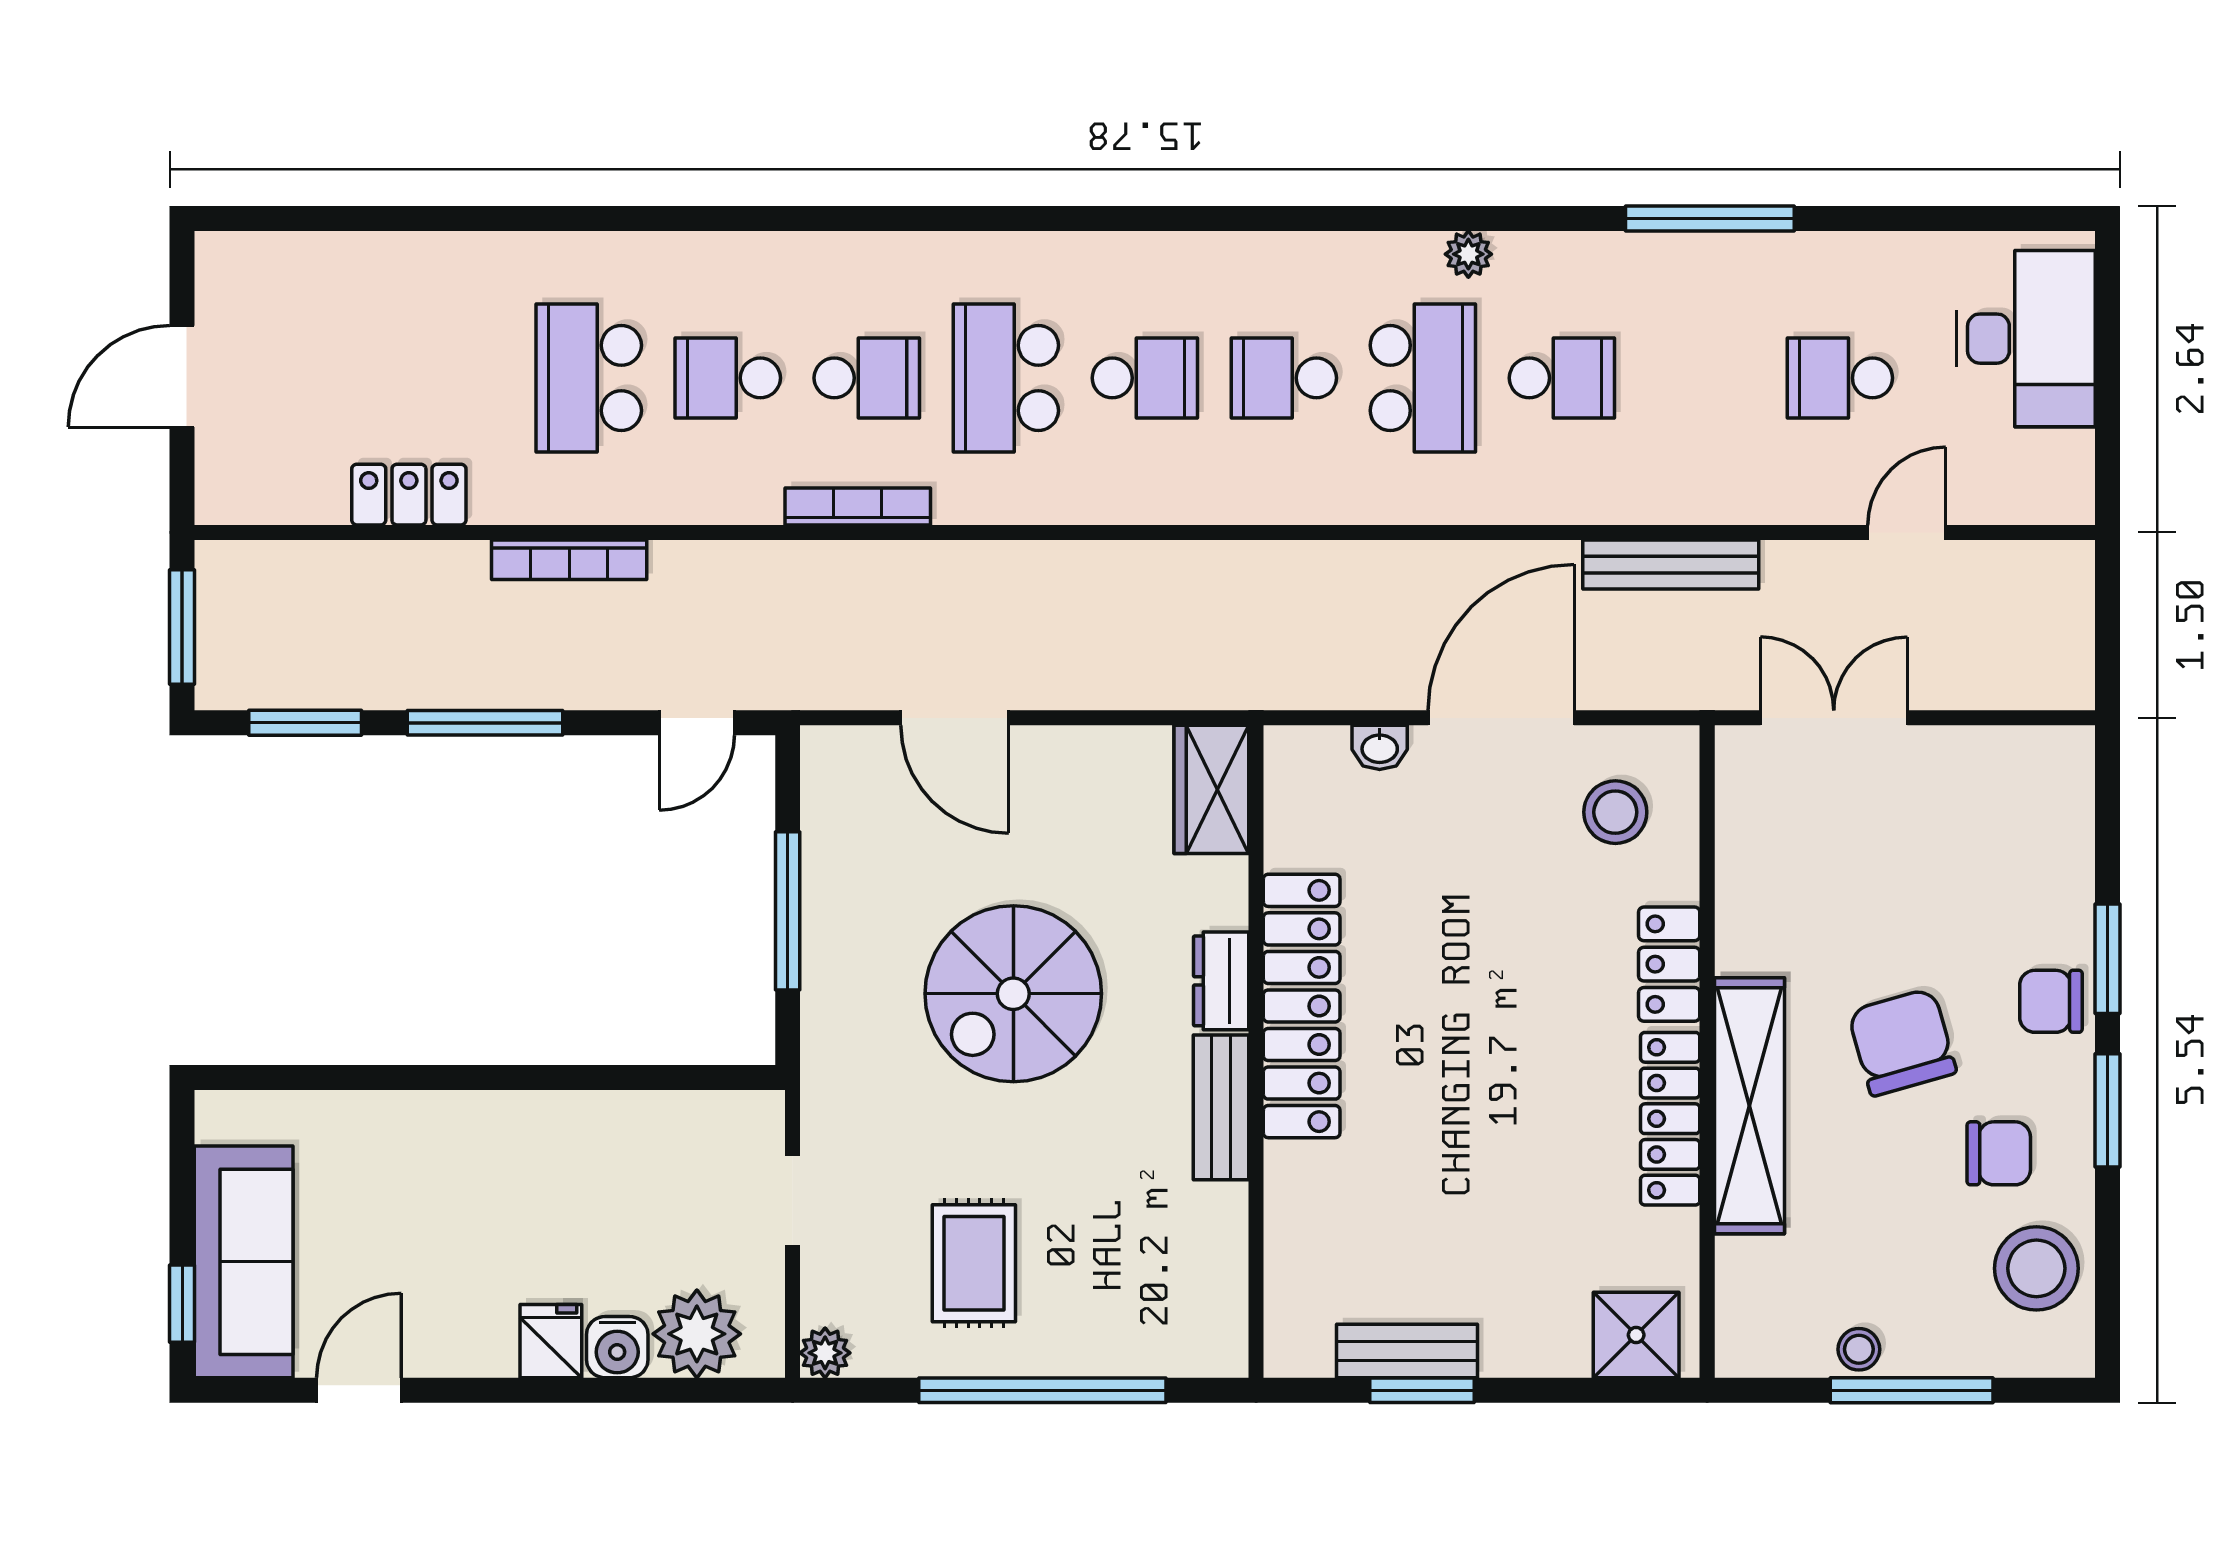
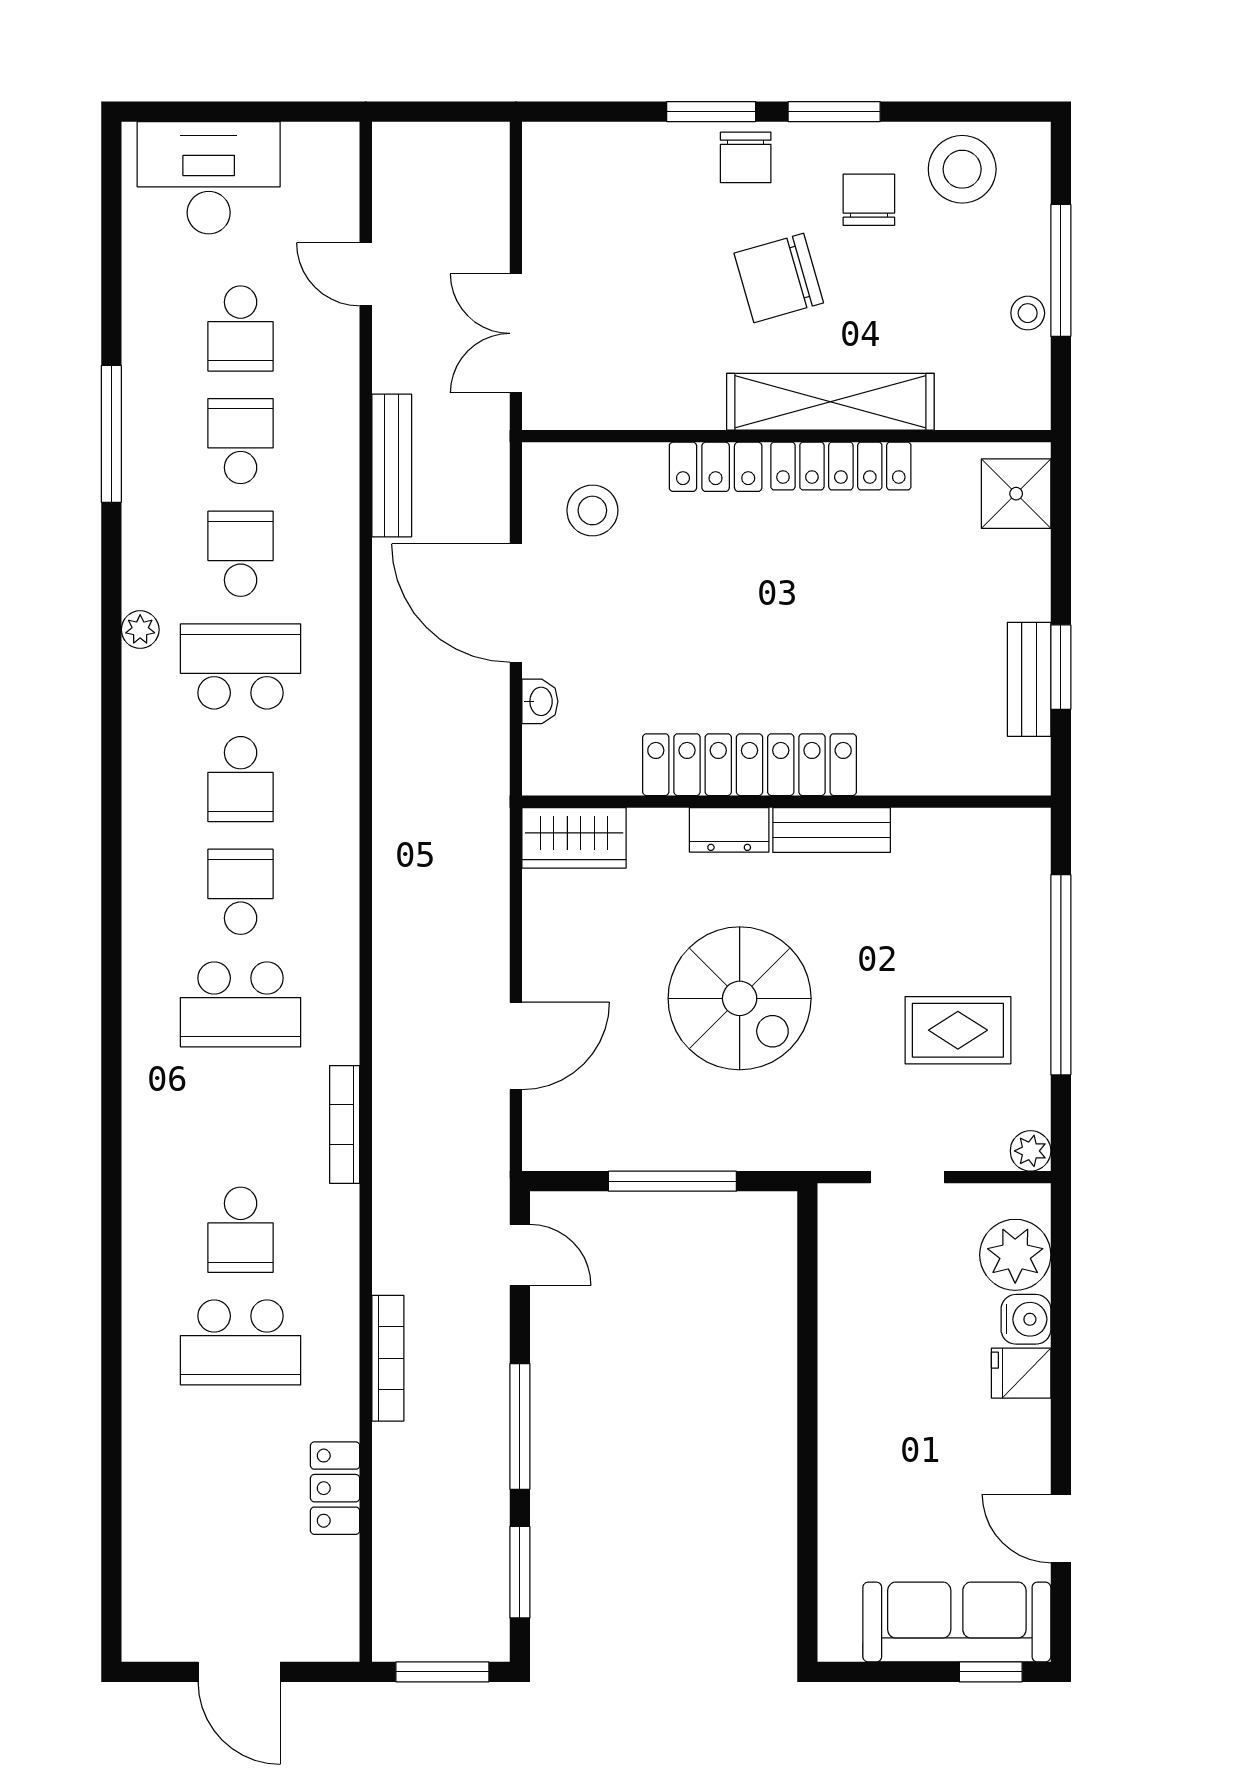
school desk: (867, 378) -> (241, 441), moved

